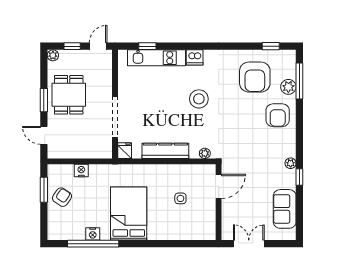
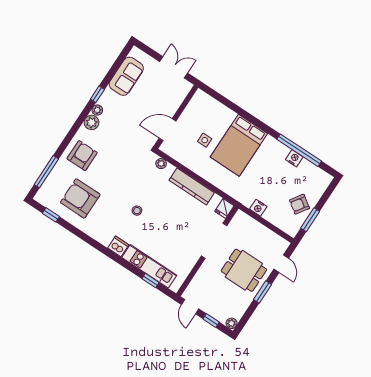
door: (98, 46) -> (190, 307), hinge flipped
armchair: (255, 77) -> (80, 198), turned -90
plant: (288, 87) -> (92, 122), moved
dining table: (69, 95) -> (244, 270), moved, turned 90
stool: (199, 99) -> (137, 211), width x0.53, depth x0.53
nightstand: (81, 171) -> (258, 208), moved
bed: (129, 214) -> (239, 145), moved
double door: (249, 244) -> (174, 67), swing flipped

